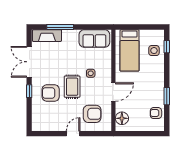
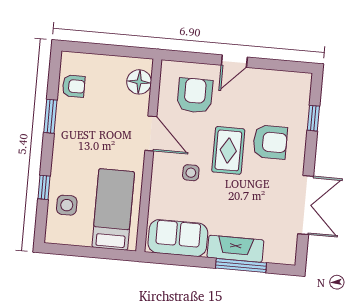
fireplace: (47, 36) -> (235, 249), moved
window: (167, 47) -> (44, 187), moved
window: (29, 91) -> (313, 118), moved
door: (113, 92) -> (151, 133), swing flipped
armchair: (92, 114) -> (195, 95), turned 90

